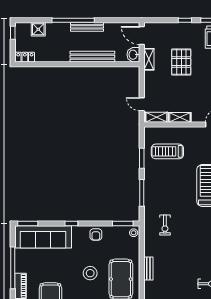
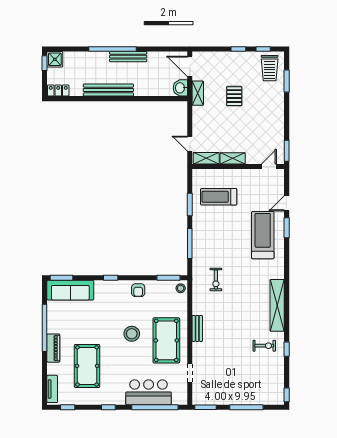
shower: (38, 29) -> (55, 59), moved
bench: (92, 57) -> (108, 90), moved
pallet: (181, 62) -> (234, 96), width x0.67, depth x0.71
sofa: (43, 237) -> (70, 290), width x0.74, depth x0.79

